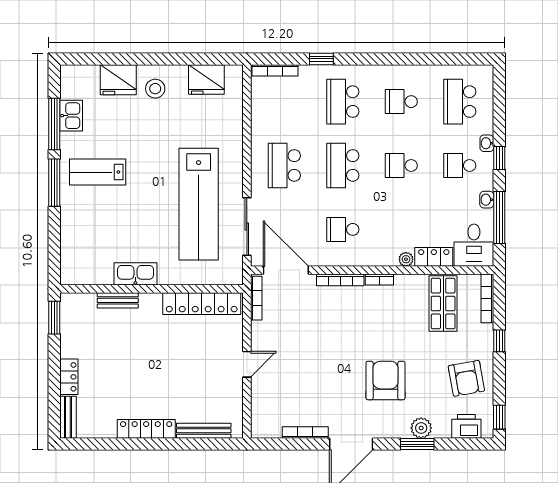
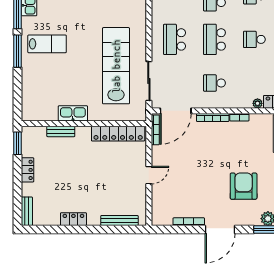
lab bench: (98, 172) -> (47, 44), turned 180
lab bench: (199, 204) -> (116, 66), turned 180
door: (286, 270) -> (176, 111), swing flipped
locker: (69, 377) -> (28, 170), moved
locker: (146, 429) -> (73, 219), width x0.66

